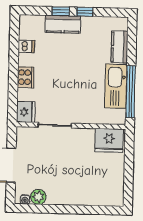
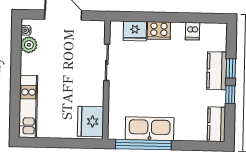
kitchen counter: (119, 47) -> (216, 124), moved, turned -90
fridge: (26, 112) -> (135, 31), moved
kitchen unit: (95, 198) -> (28, 106), added

